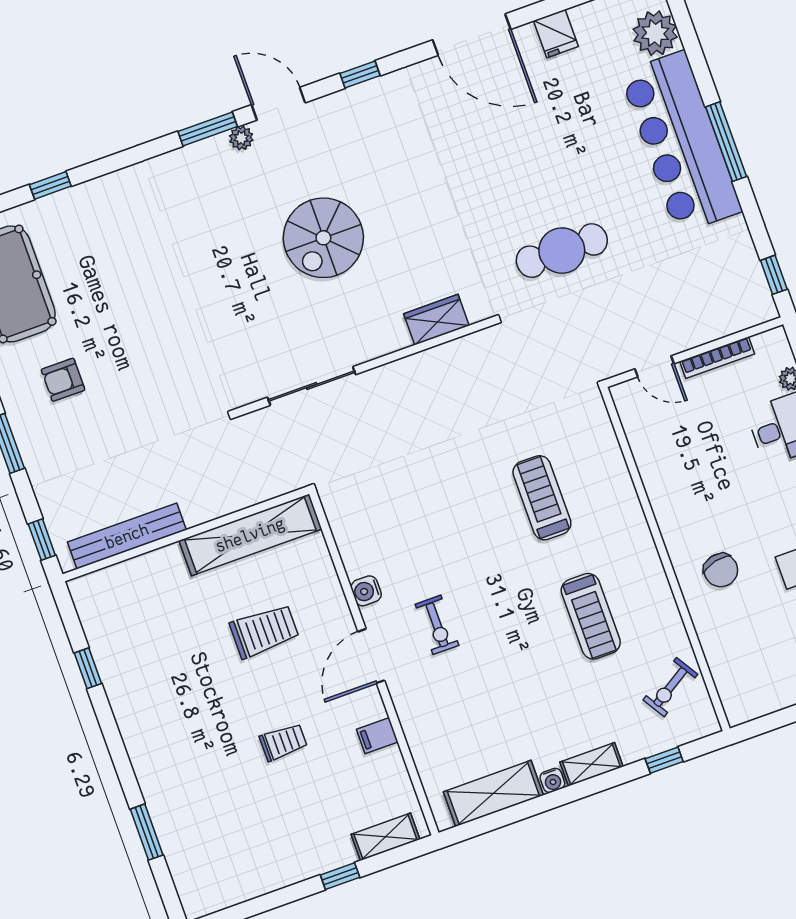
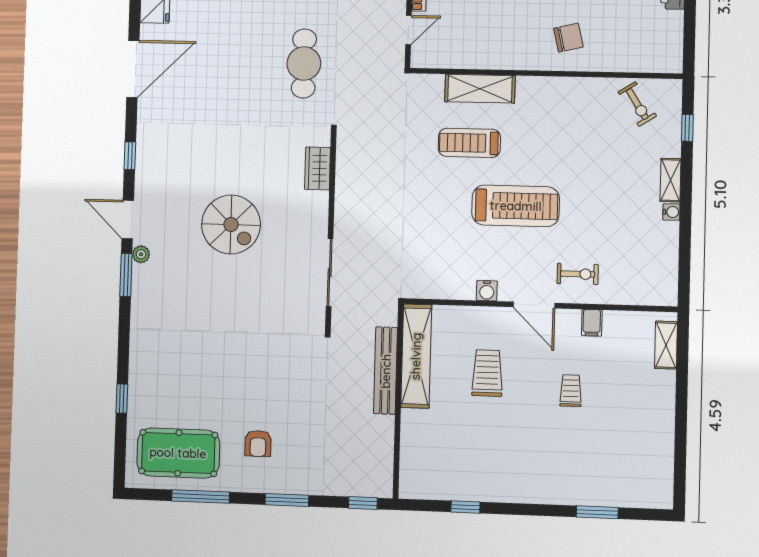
door: (278, 104) -> (128, 220), hinge flipped
bench: (127, 536) -> (386, 371), moved
treadmill: (591, 616) -> (516, 206), moved, width x1.37, depth x1.38
exercise bike: (437, 625) -> (578, 274), moved
shelving: (493, 793) -> (480, 89), moved, turned 90
window: (340, 876) -> (682, 388), removed

